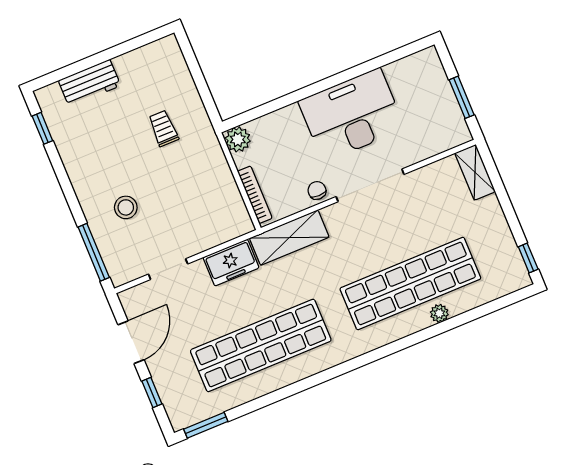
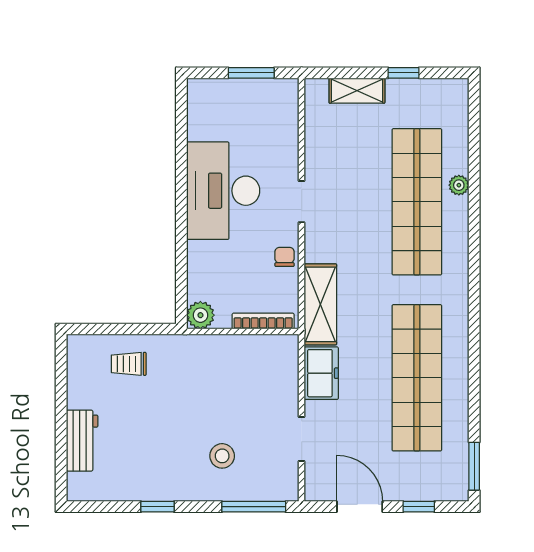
window: (42, 128) -> (158, 507), moved
trolley: (163, 128) -> (129, 364), moved
shelving: (475, 172) -> (357, 91), moved
doorway: (370, 185) -> (302, 202), width x0.53
chair: (317, 190) -> (285, 257), turned 90
window: (528, 258) -> (403, 73), moved

